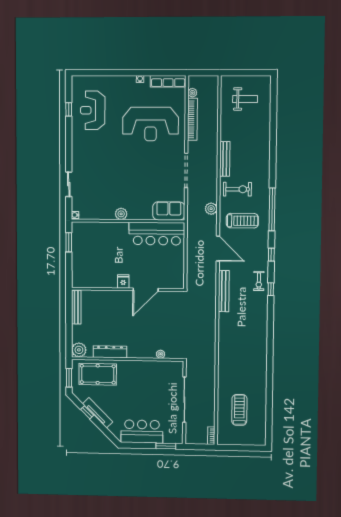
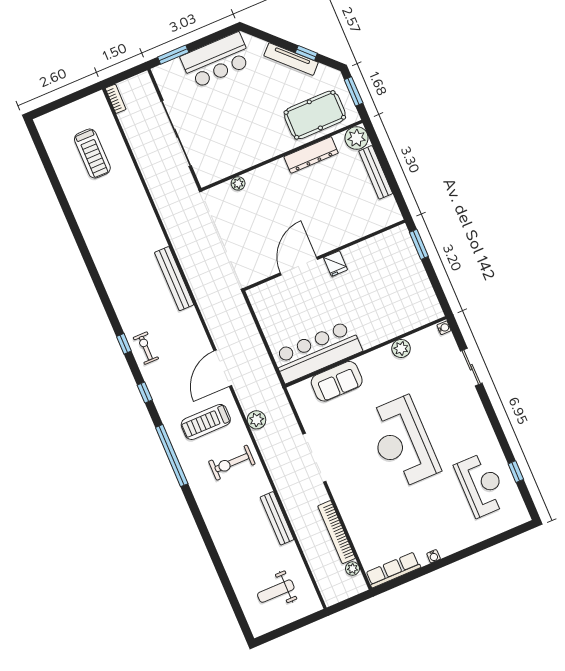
reception desk: (151, 124) -> (402, 442), moved, turned -90
bench: (225, 159) -> (277, 518), moved
sofa: (169, 211) -> (337, 381), moved
plant: (121, 214) -> (401, 348), moved
window: (69, 242) -> (419, 244), moved
door: (218, 249) -> (223, 368), hinge flipped
bench: (224, 291) -> (174, 279), moved
bench: (76, 307) -> (376, 172), moved

